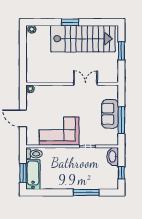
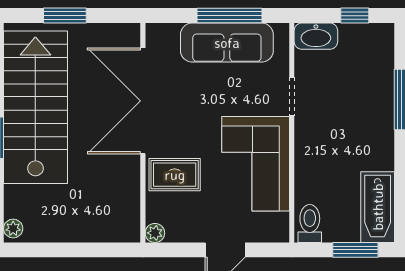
double door: (86, 84) -> (143, 101), width x1.87
rug: (55, 97) -> (175, 175), added
sofa: (110, 114) -> (227, 43), width x1.36
bathtub: (33, 174) -> (378, 207), moved, turned -90

